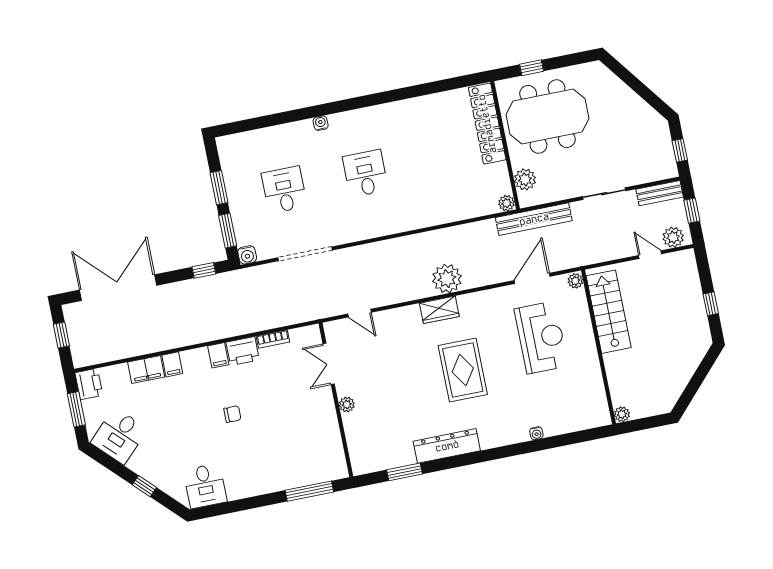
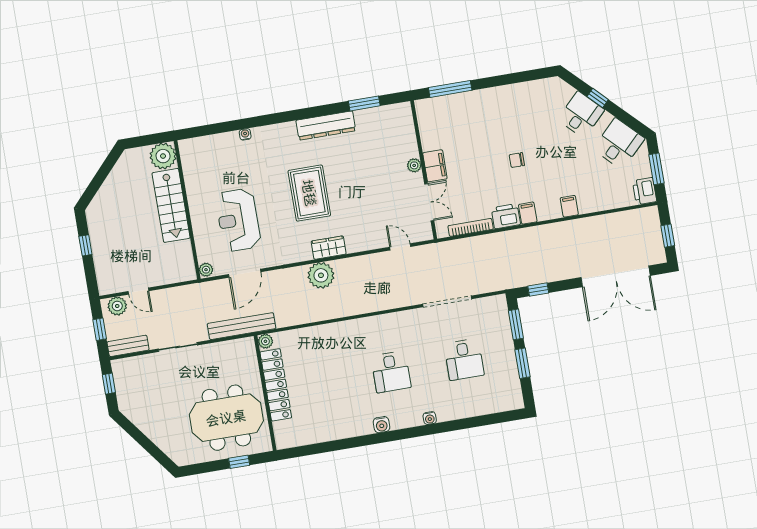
locker: (487, 124) -> (276, 385), moved
plant: (525, 179) -> (248, 362), removed
water cooler: (247, 255) -> (382, 425), moved, turned 180
stairs: (609, 312) -> (171, 205), moved
bookcase: (273, 339) -> (471, 227), width x1.56
filing cabinet: (146, 370) -> (435, 166), moved, turned 90
plant: (622, 414) -> (163, 156), width x1.87, depth x1.87
desk: (205, 486) -> (581, 115), moved, turned 45

